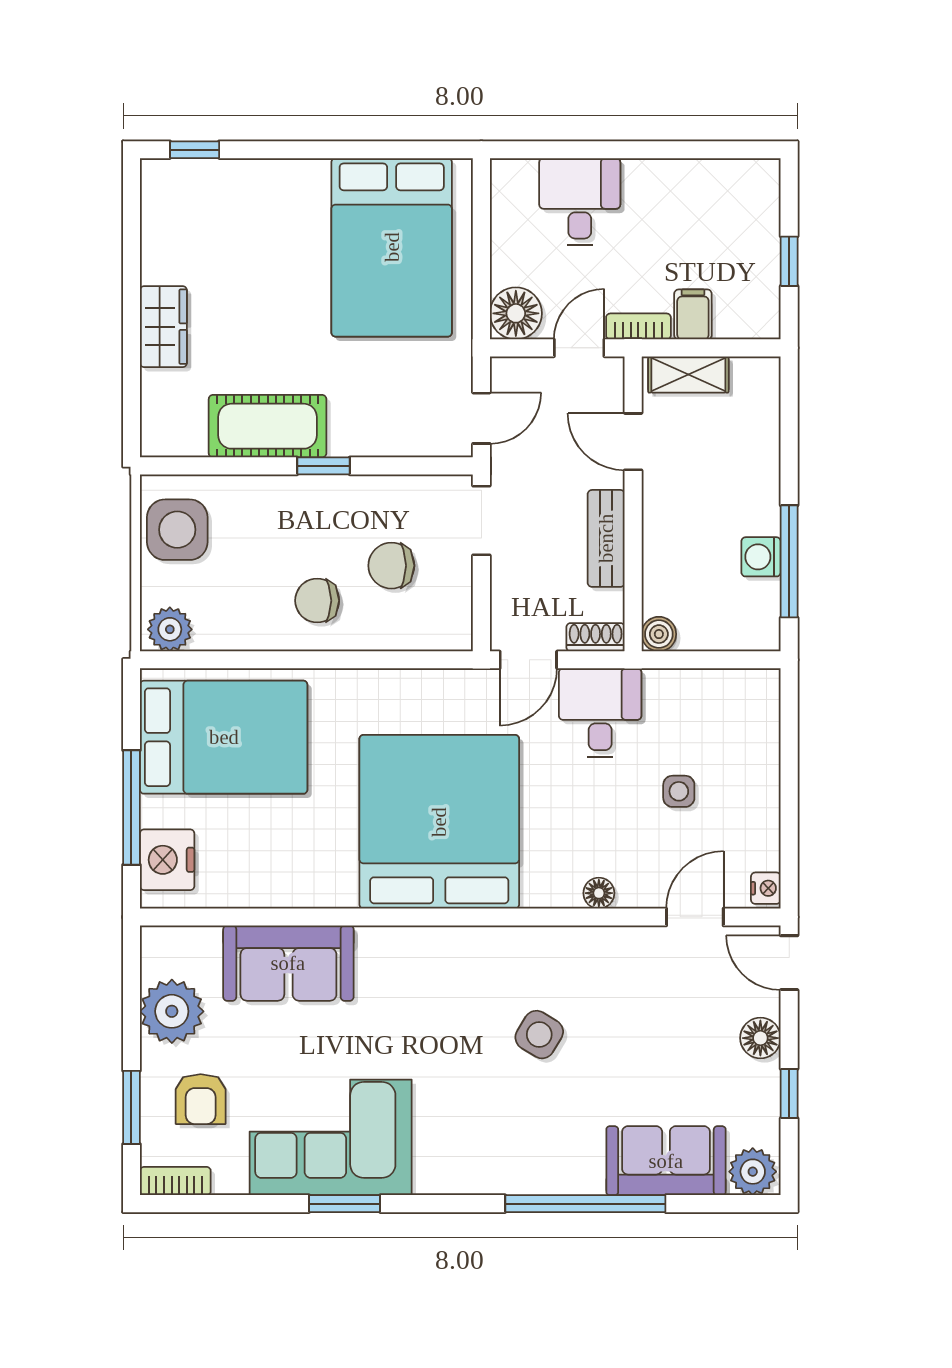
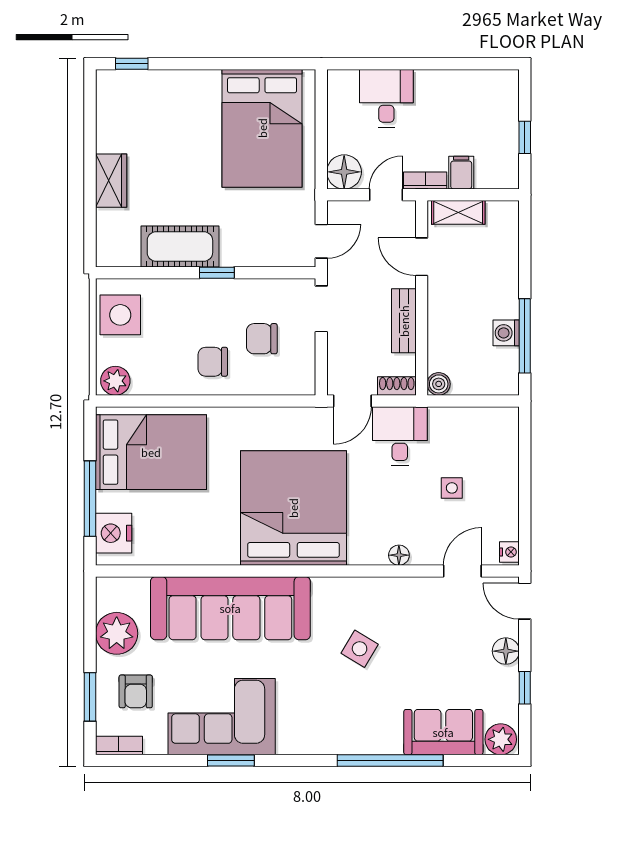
sofa: (288, 963) -> (230, 608), width x1.85, depth x1.27

